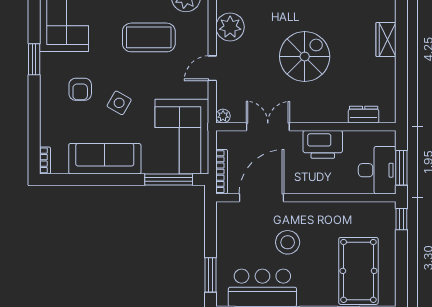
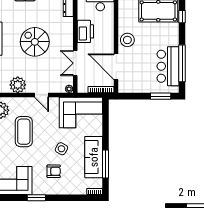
window: (169, 179) -> (106, 164), moved
stool: (288, 242) -> (127, 40), moved

